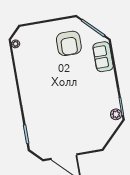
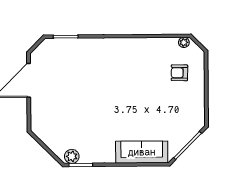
armchair: (69, 43) -> (179, 73), moved, width x0.53, depth x0.53
sofa: (103, 57) -> (142, 152), width x1.36

